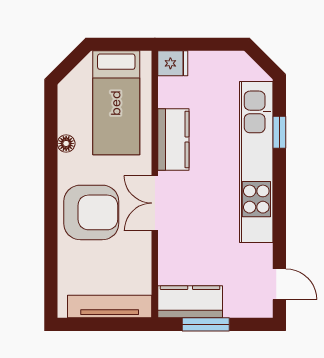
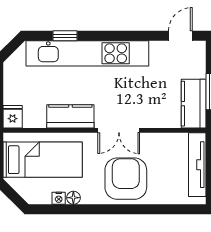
nightstand: (66, 124) -> (59, 198), added

